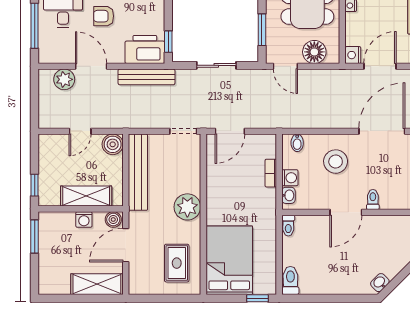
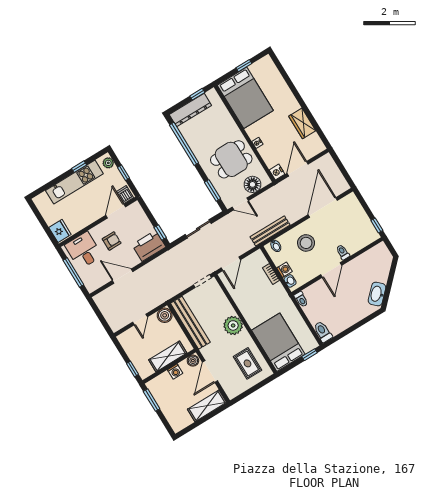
armchair: (104, 16) -> (112, 241), turned 180
bench: (147, 77) -> (270, 231), moved
plant: (64, 79) -> (111, 294), removed
washbasin: (380, 283) -> (377, 294), width x1.91, depth x1.45

